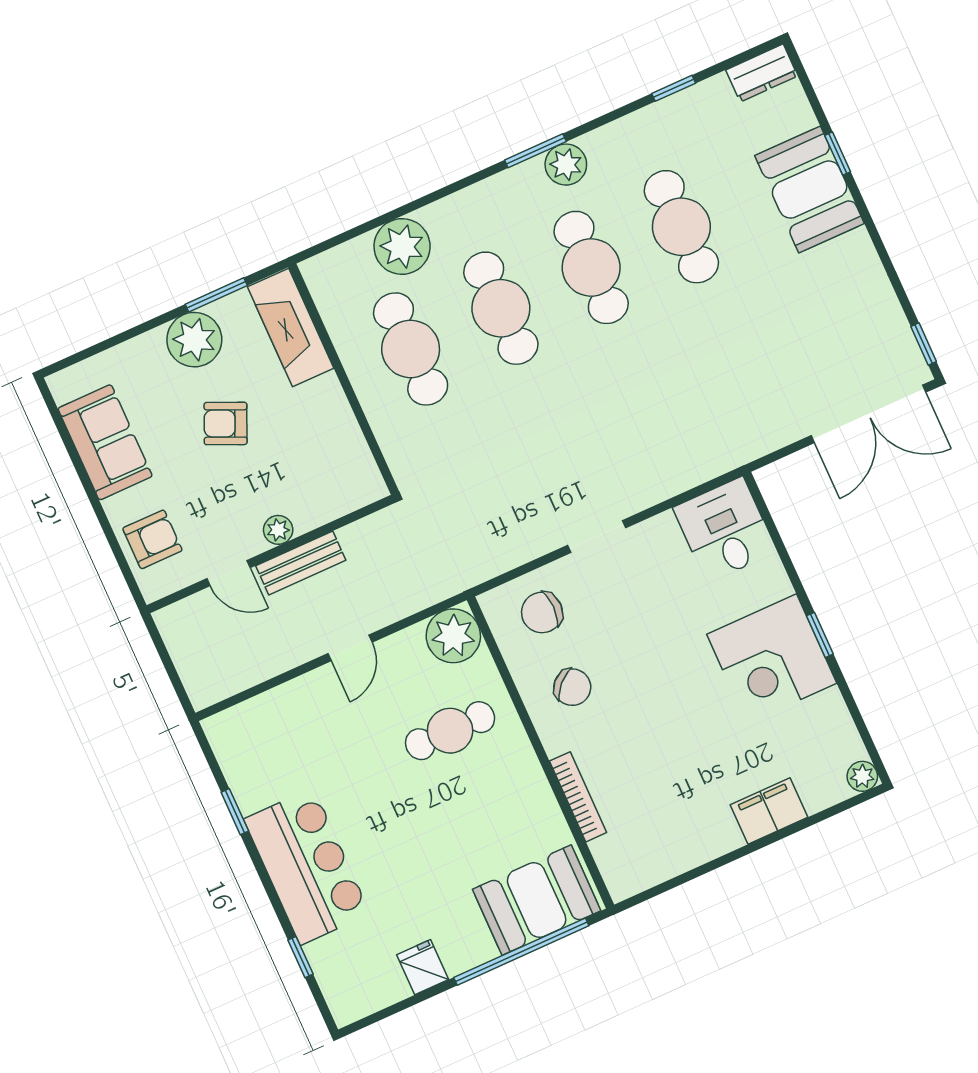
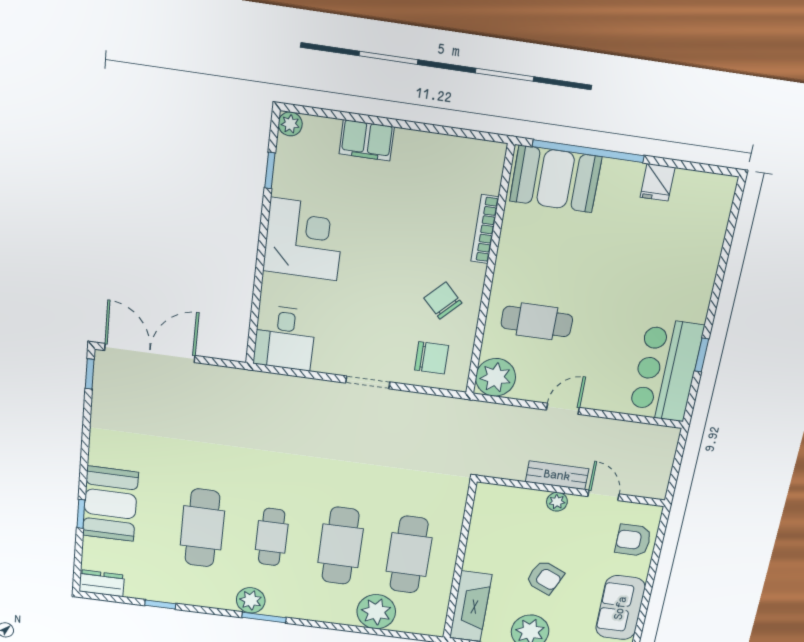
cafe table: (591, 267) -> (272, 537), width x0.73, depth x0.74
window: (820, 635) -> (270, 170), moved
bar counter: (307, 866) -> (666, 370), moved
window: (301, 957) -> (728, 239), removed

